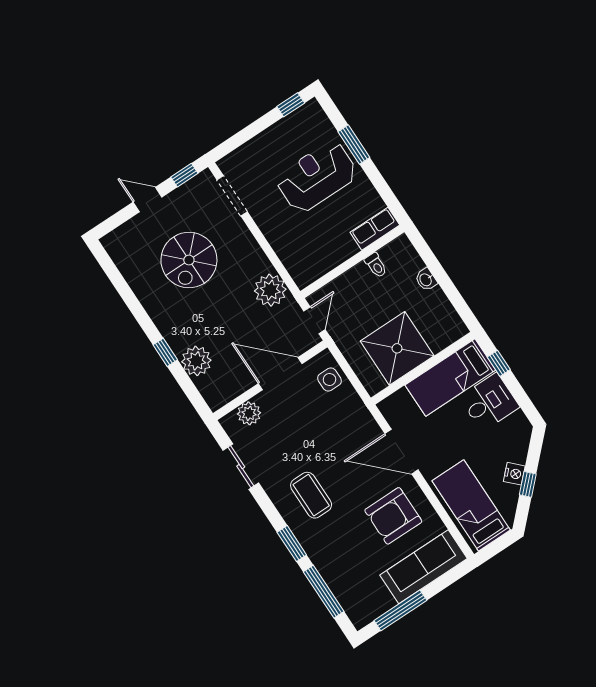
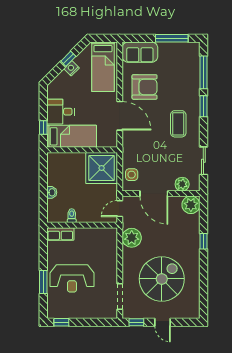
spiral stairs: (189, 260) -> (162, 279), width x1.37, depth x1.37
shower: (397, 348) -> (102, 168), moved
plant: (196, 361) -> (191, 205), moved
sofa: (424, 567) -> (140, 52), width x0.73

